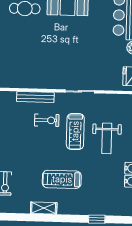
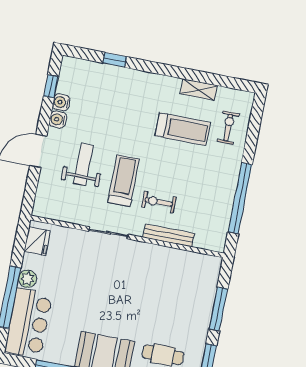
treadmill: (62, 179) -> (183, 129), moved
shelving: (44, 208) -> (199, 90), moved

